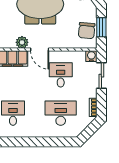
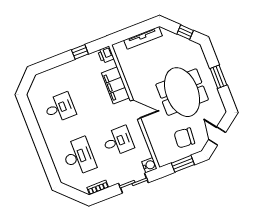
chair: (87, 31) -> (184, 138), moved
plant: (22, 42) -> (136, 89), removed
door: (40, 50) -> (135, 110), swing flipped

